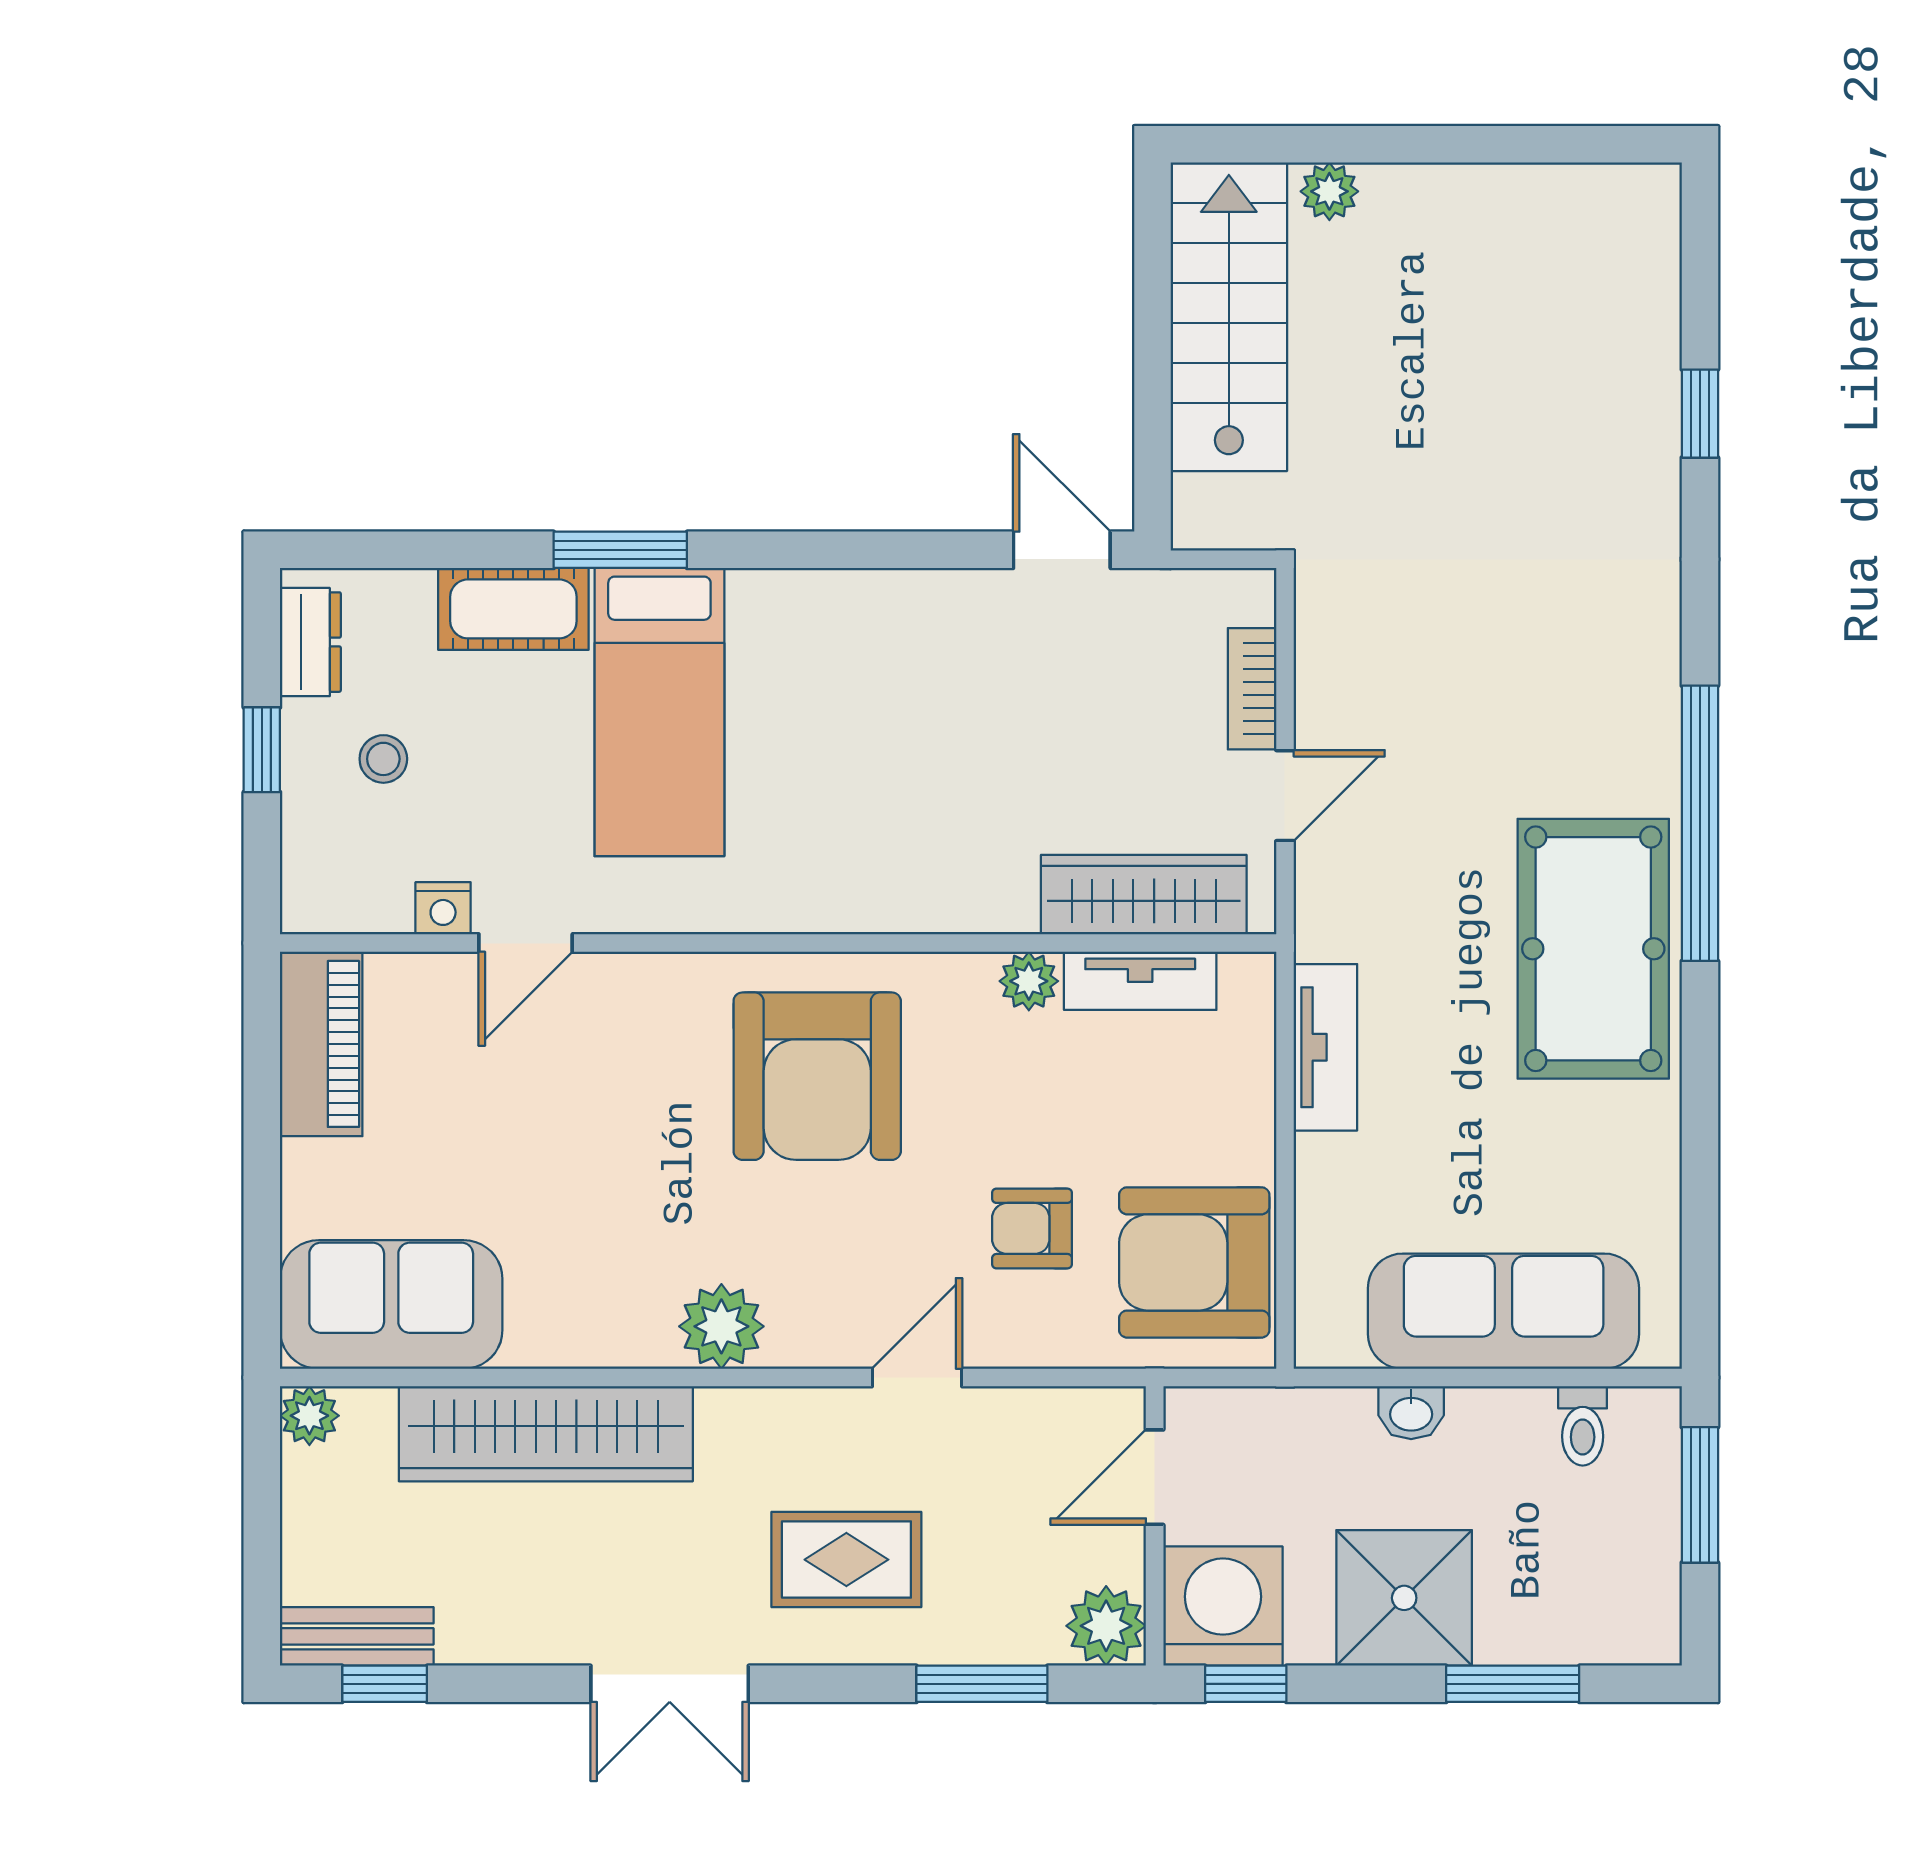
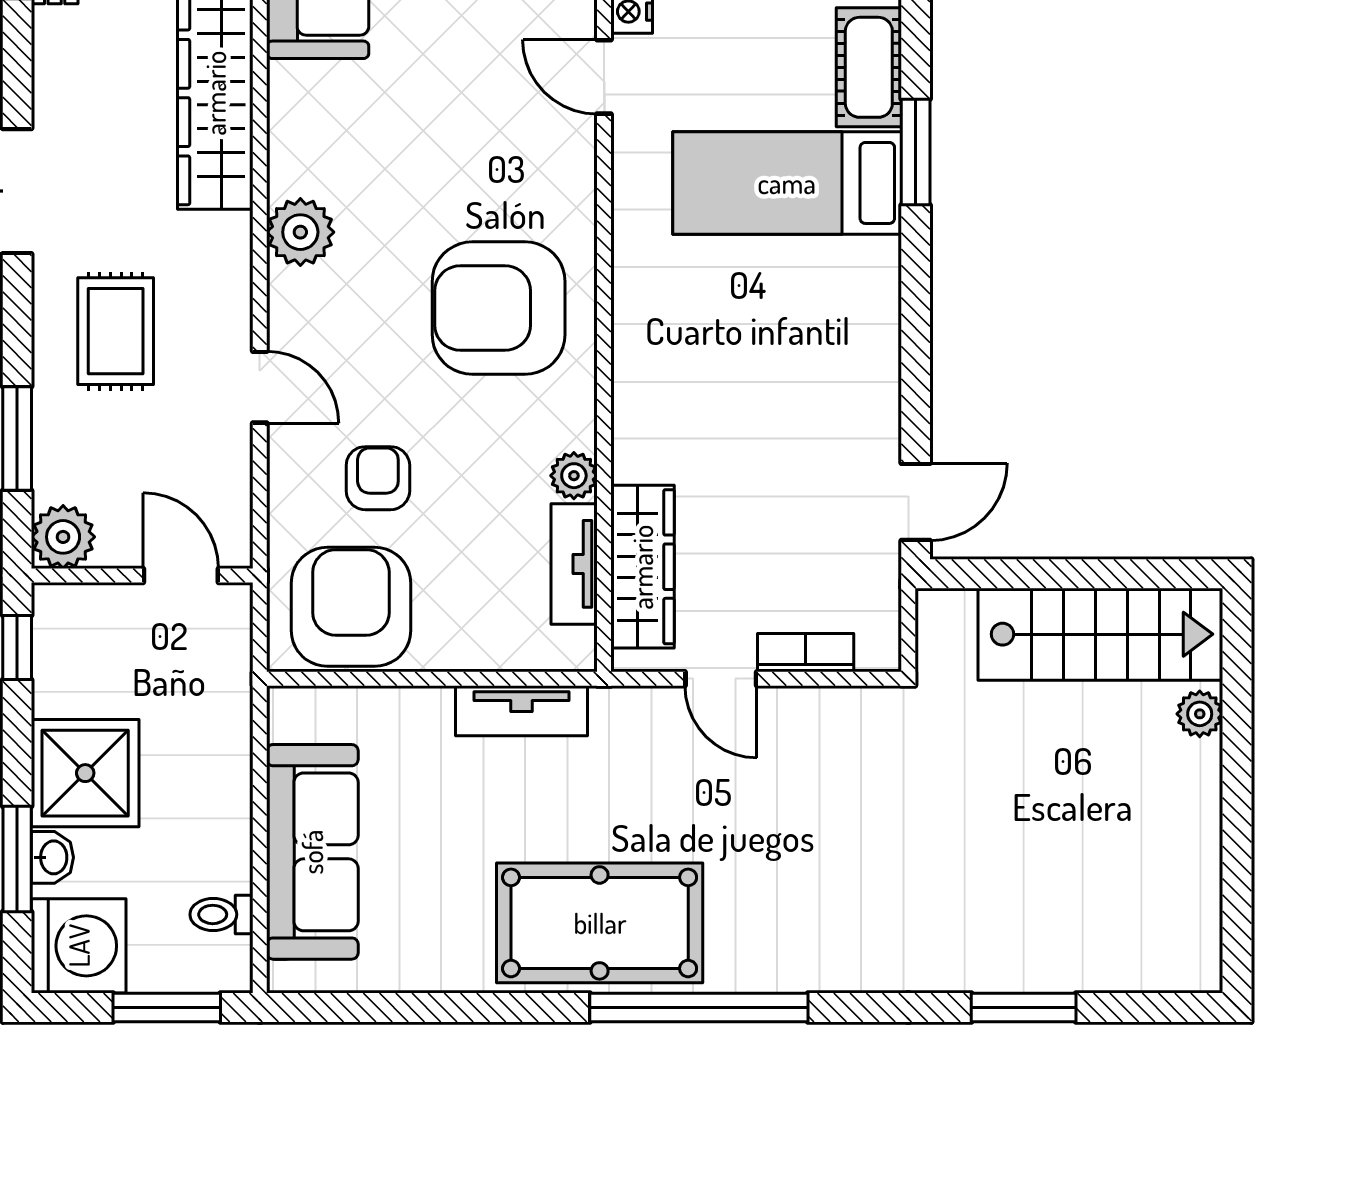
window: (1700, 414) -> (1024, 1007), width x1.50
washbasin: (1411, 1413) -> (52, 857), moved, turned 180
washing machine: (1223, 1606) -> (79, 946), moved

